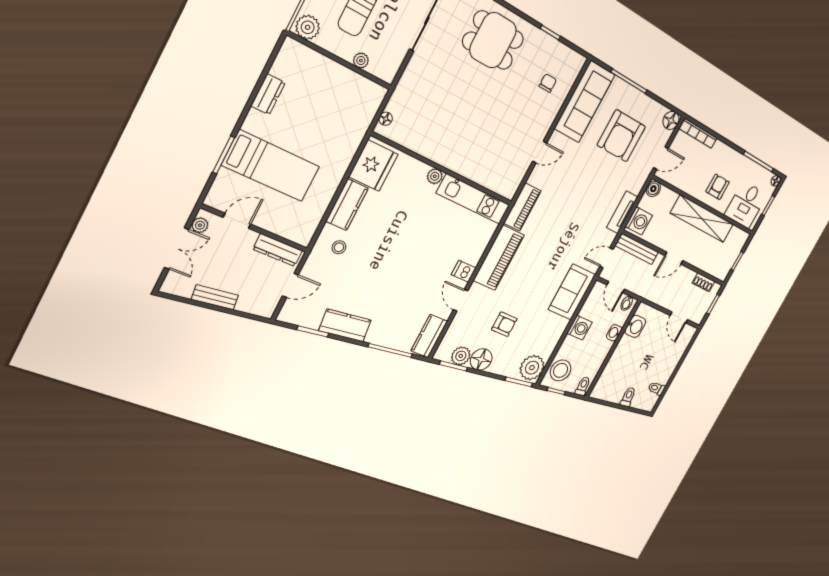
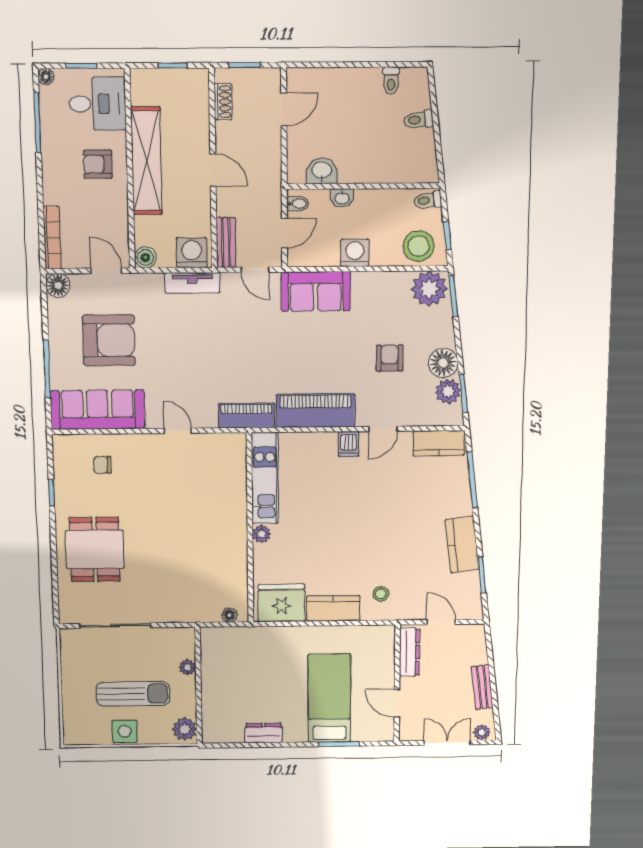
plant: (200, 225) -> (482, 732), moved
bench: (637, 249) -> (226, 242), width x0.73

